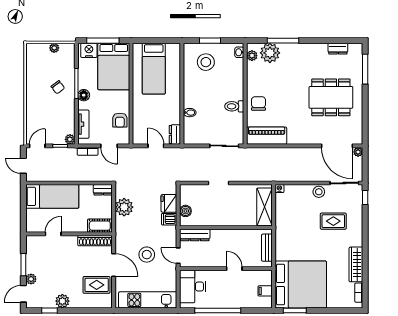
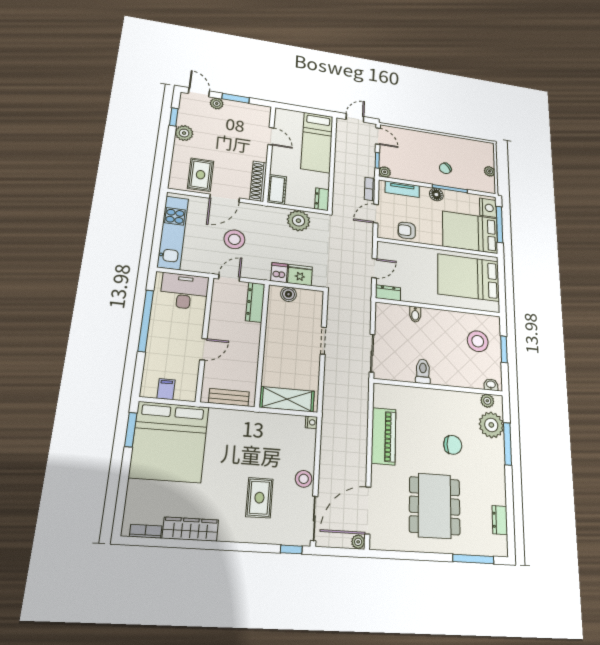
bed: (154, 69) -> (469, 278), width x1.50
chair: (258, 103) -> (453, 445), moved
piano: (267, 136) -> (384, 436), moved

